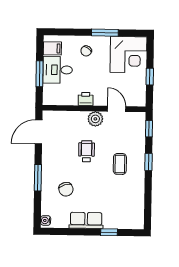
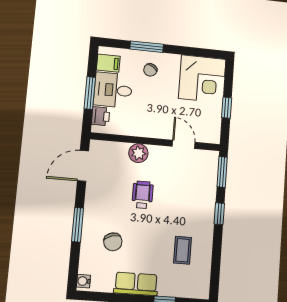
window: (105, 33) -> (147, 47), moved
printer: (86, 99) -> (101, 116), moved, turned 90
plant: (95, 119) -> (138, 153), moved
window: (149, 129) -> (222, 172), width x1.50
coffee table: (120, 164) -> (183, 250), moved

